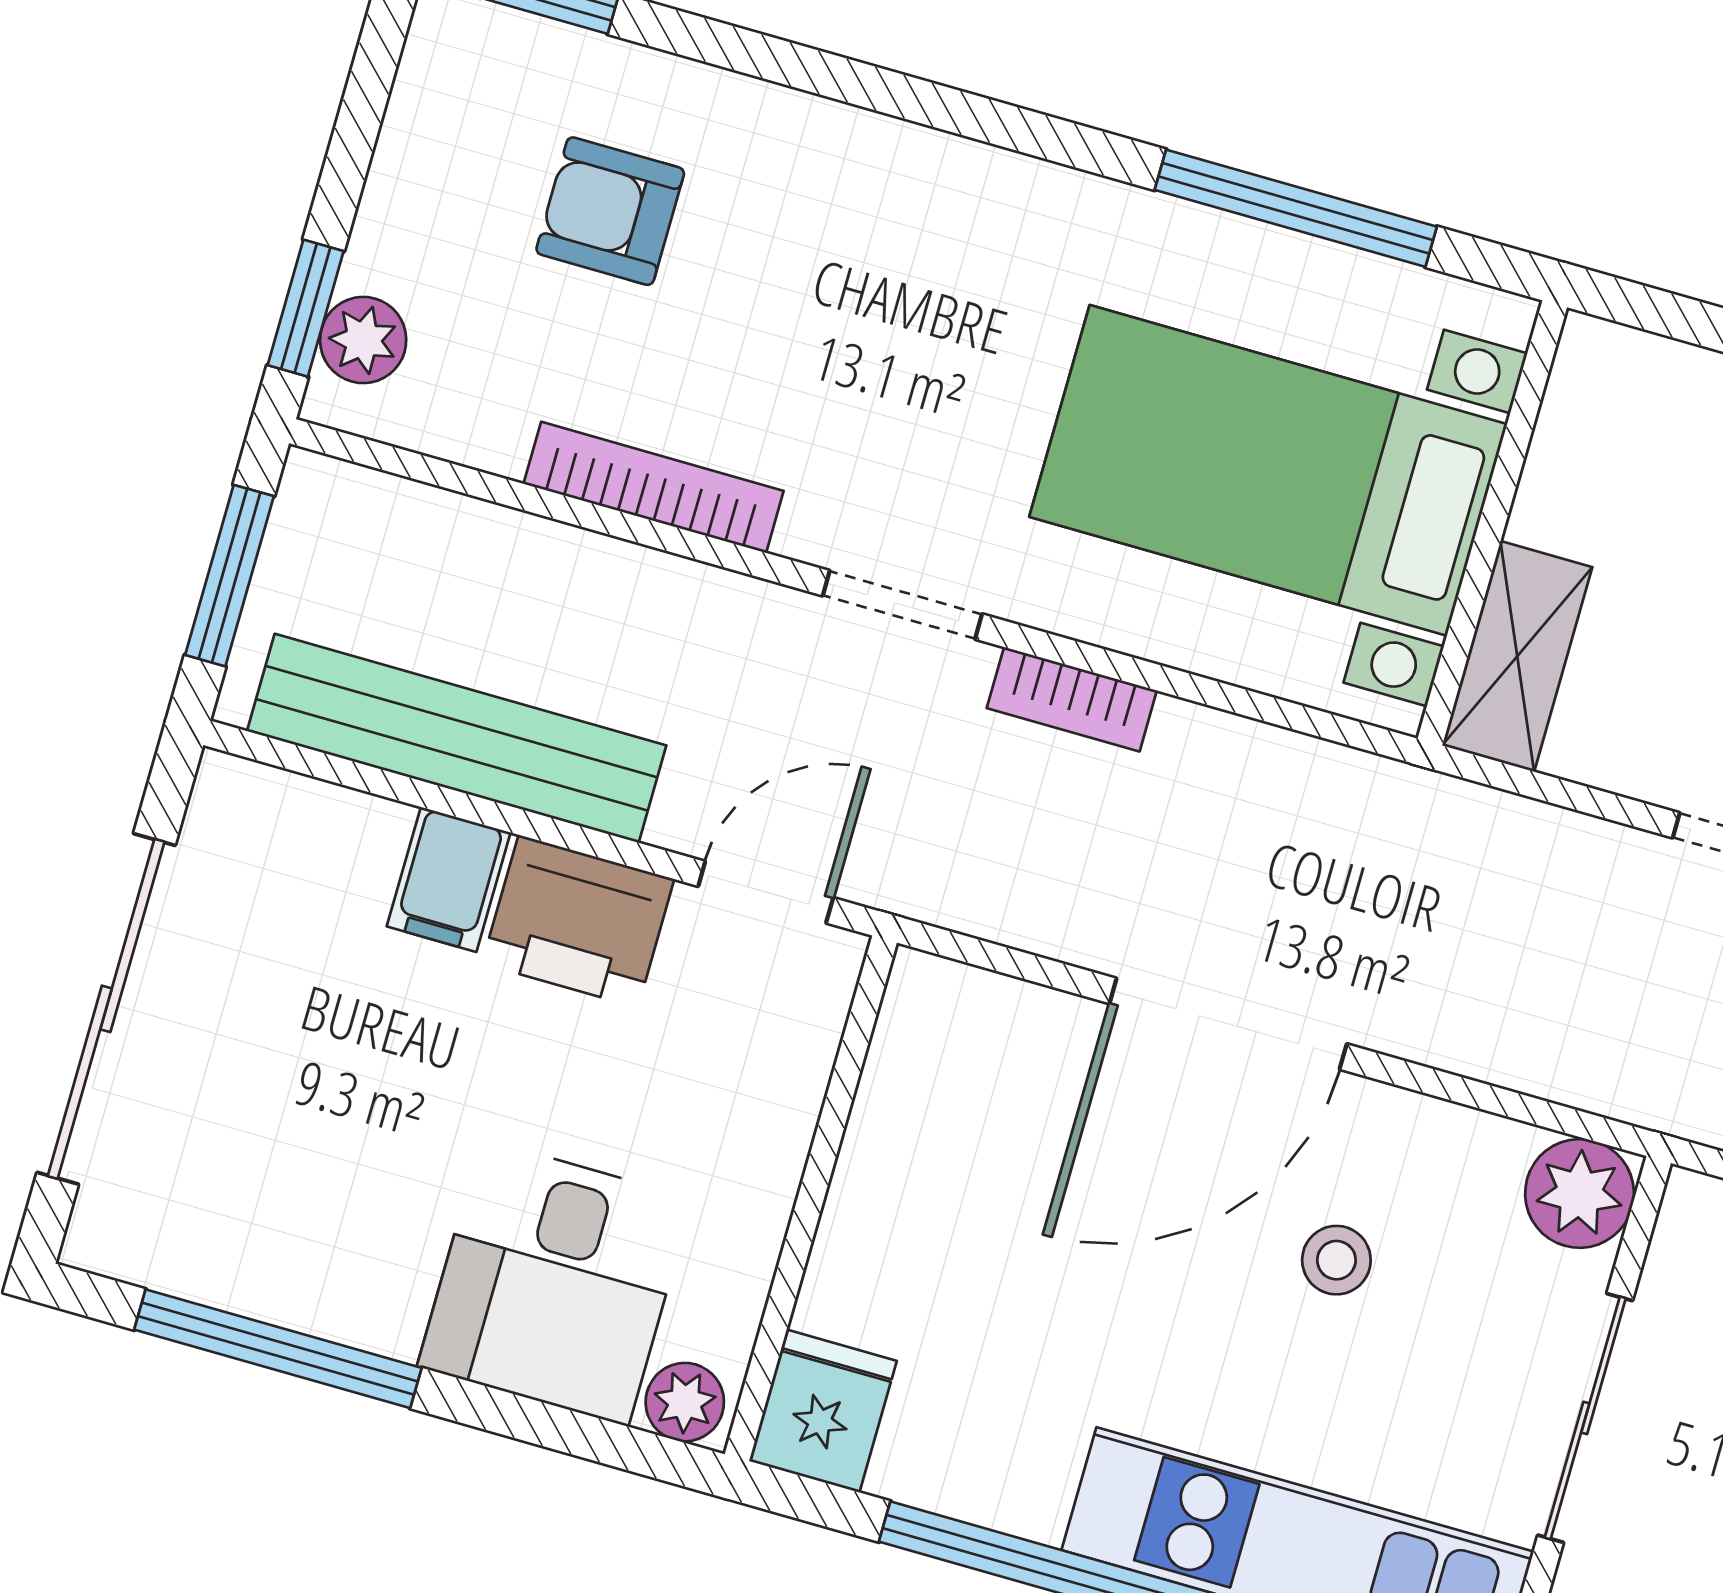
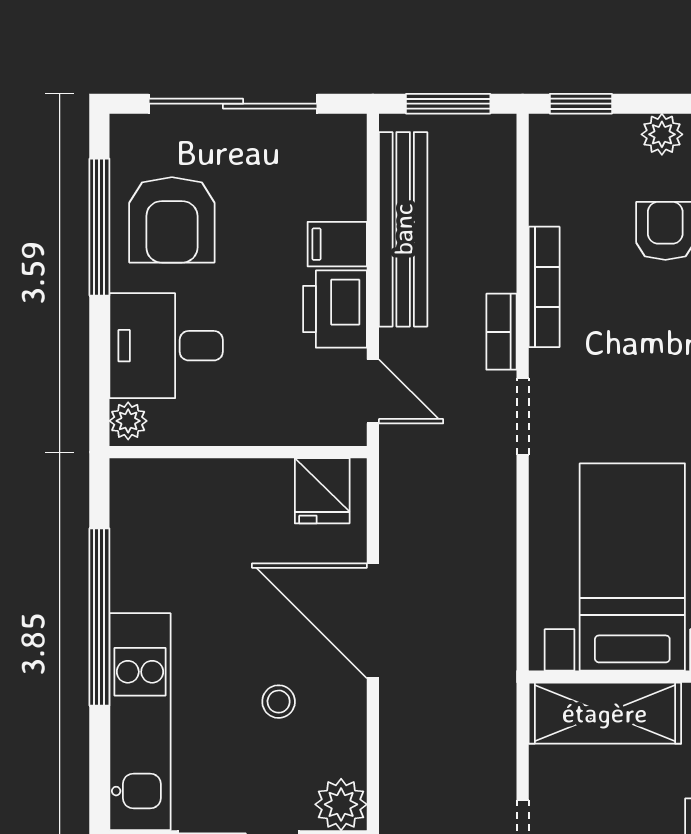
plant: (363, 340) -> (662, 134), moved
shelving: (1517, 656) -> (605, 713), width x1.50, depth x1.33
bookcase: (1072, 699) -> (502, 332), moved
armchair: (305, 1199) -> (172, 220), added
fridge: (823, 1411) -> (322, 491), moved, turned 90

